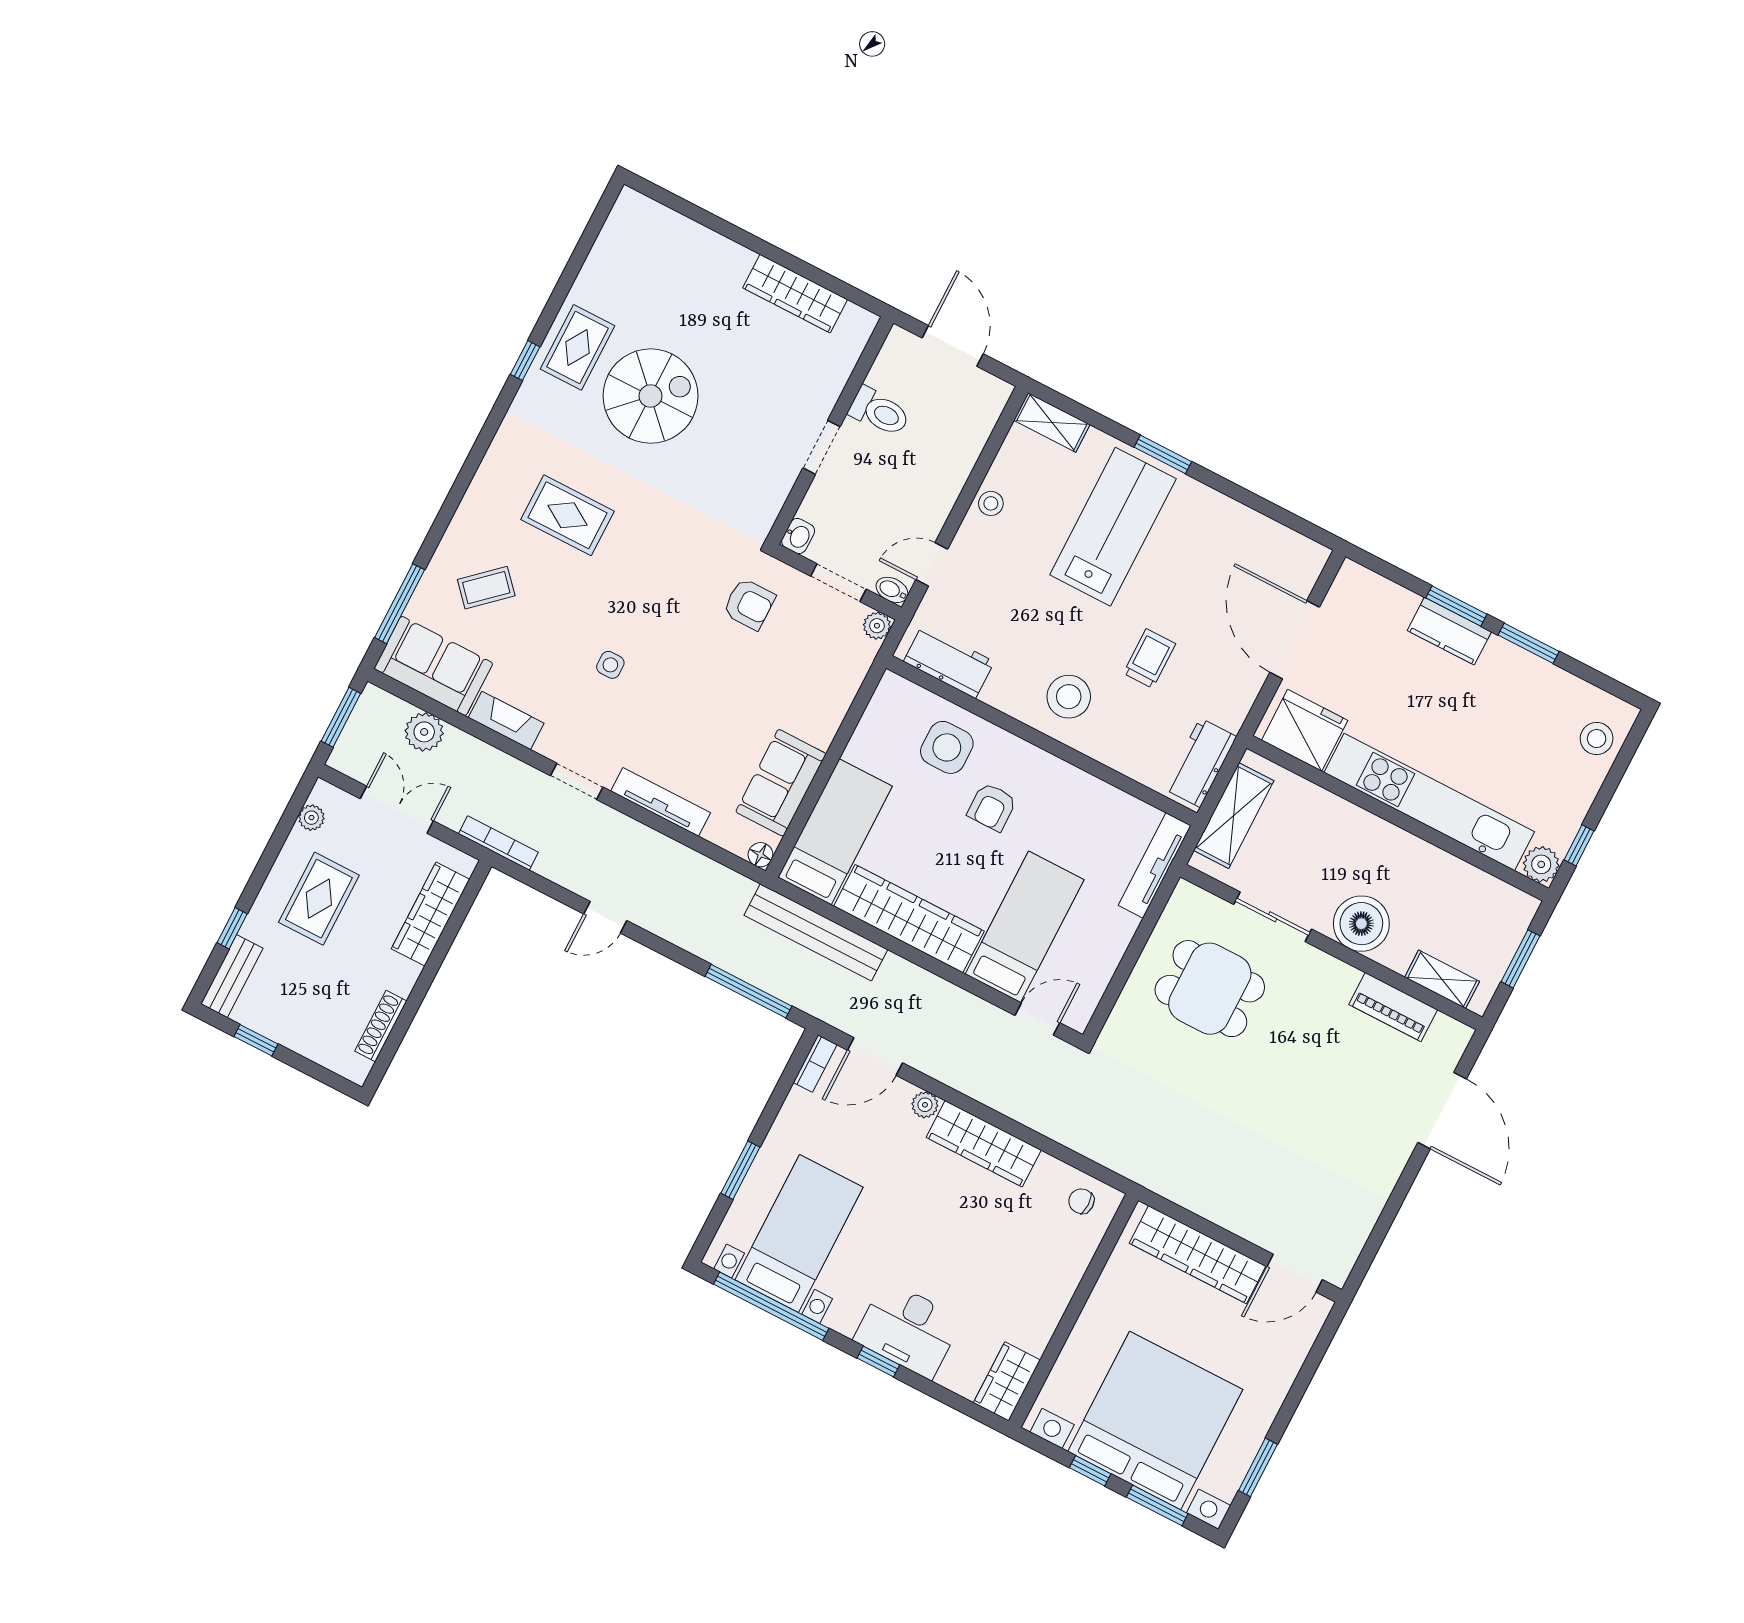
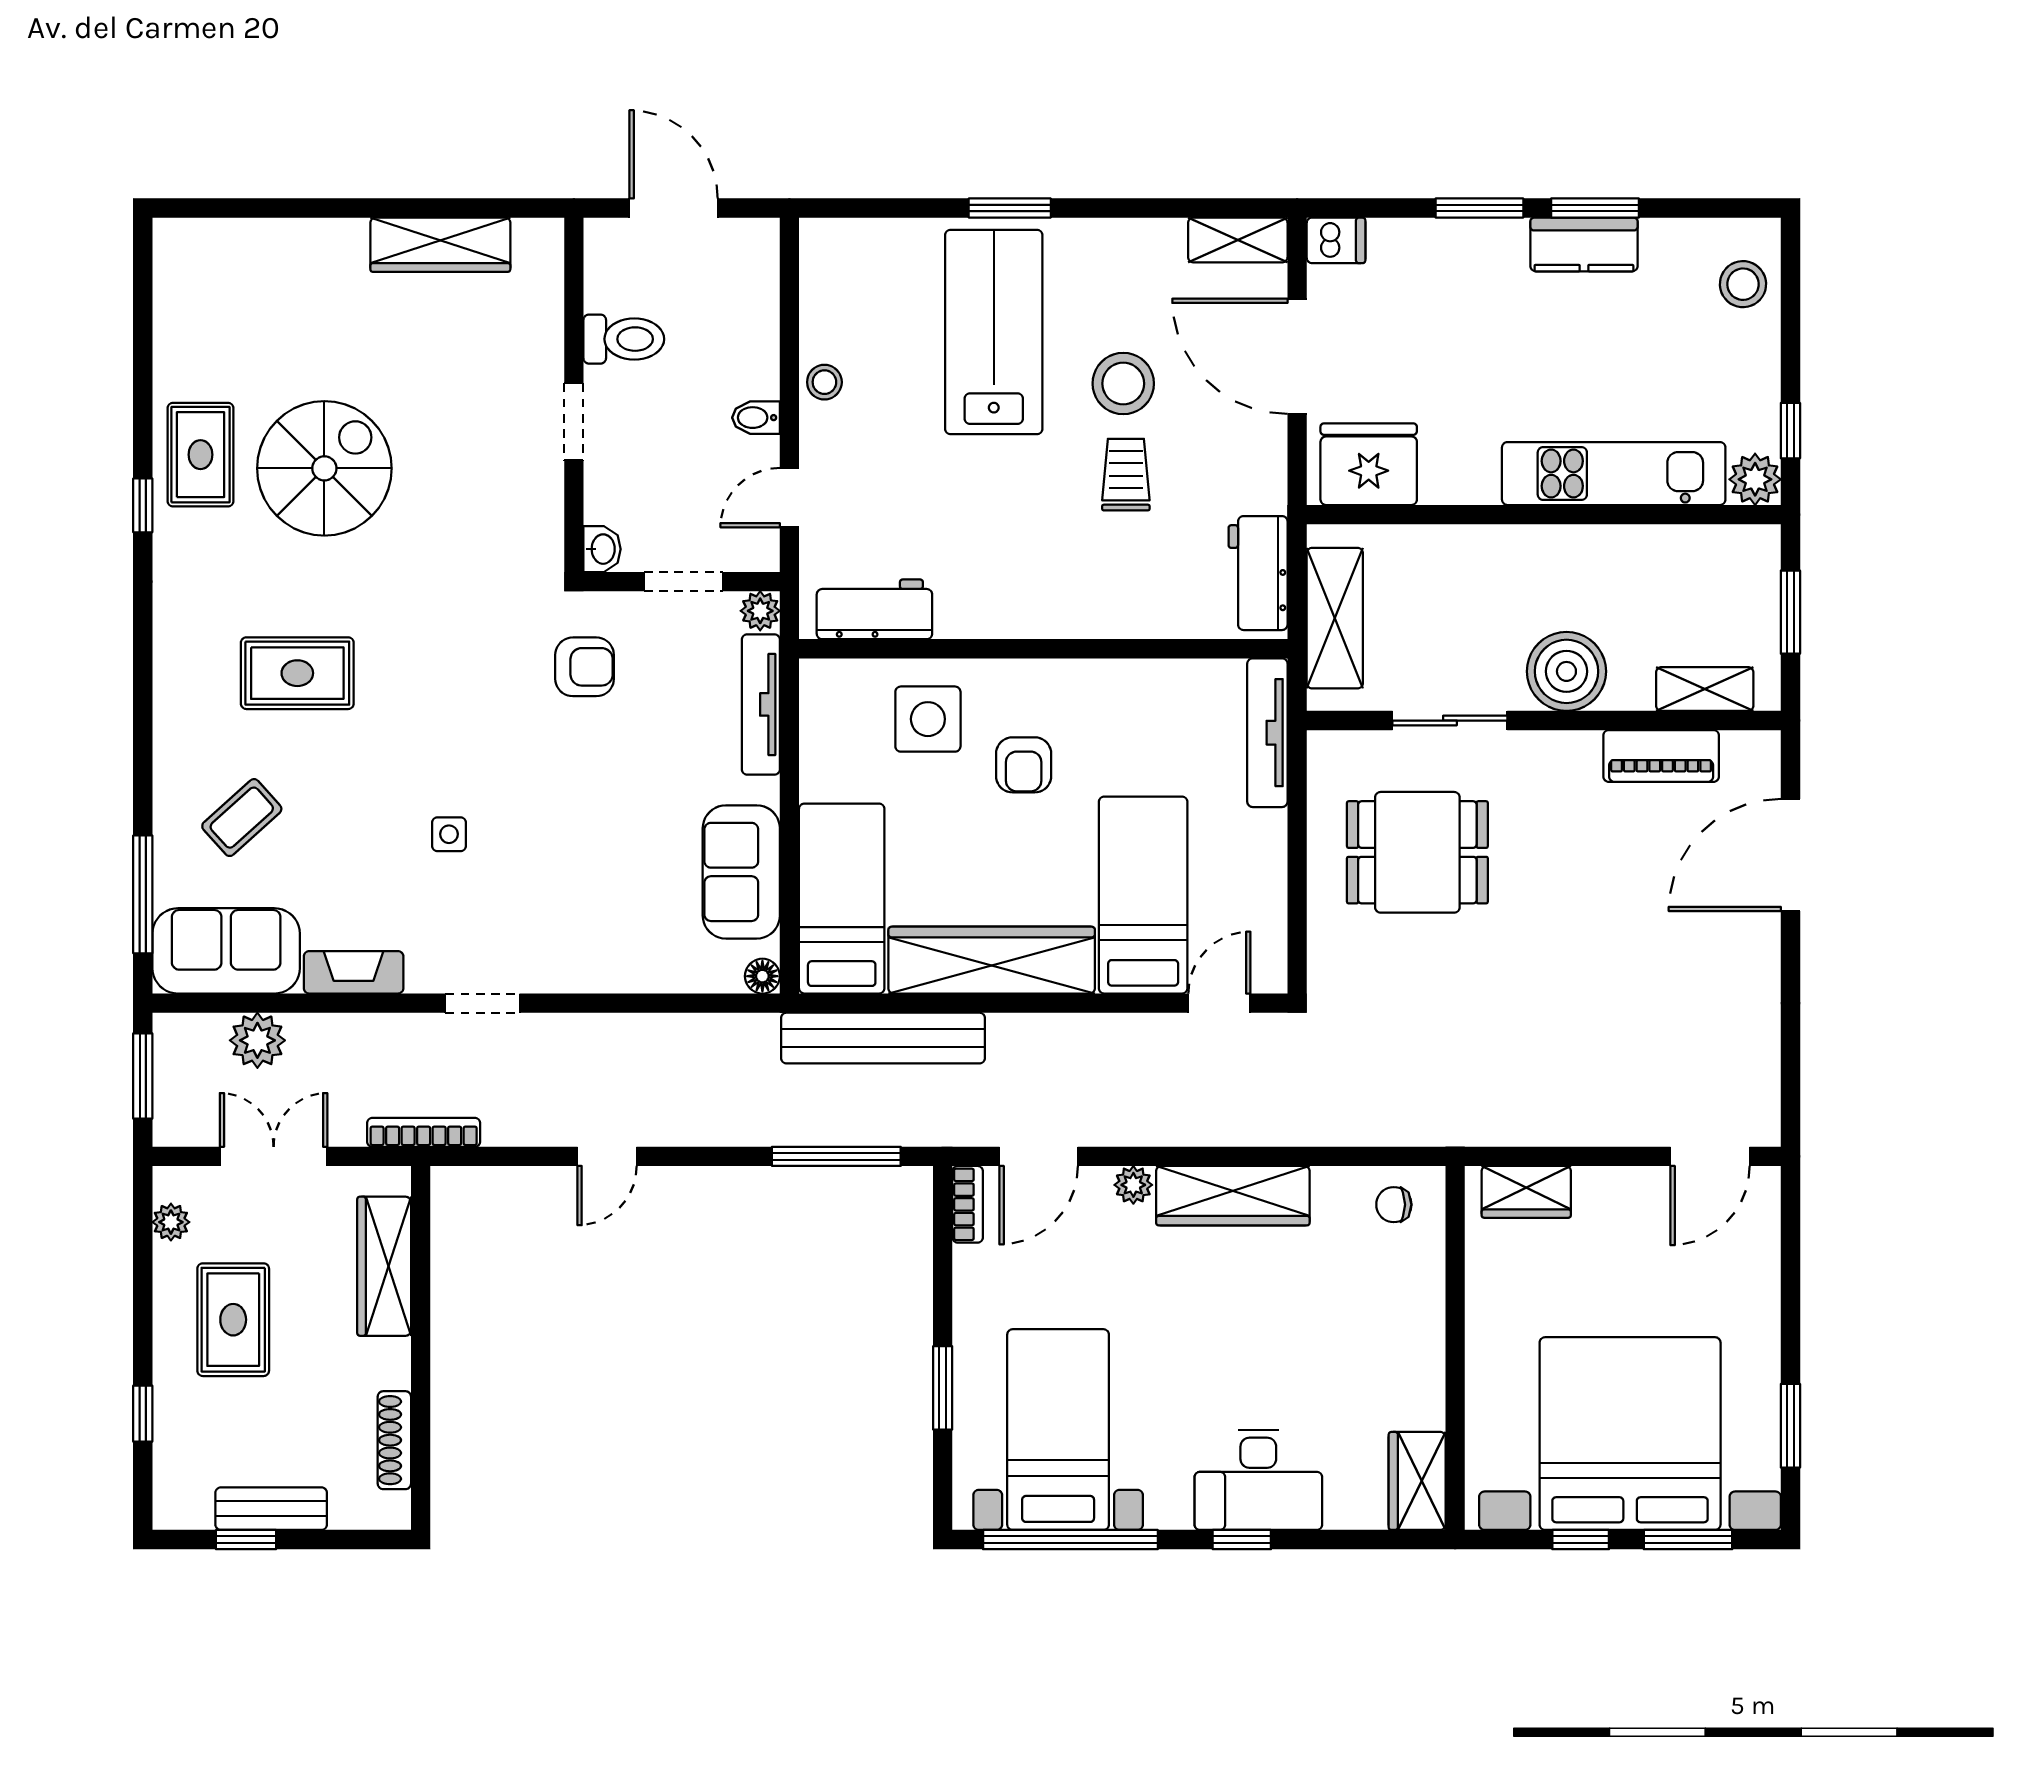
shelving: (1052, 422) -> (1238, 240), moved
dishwasher: (1356, 580) -> (1336, 240), added
bidet: (892, 590) -> (756, 418), moved
kitchen counter: (1449, 631) -> (1584, 244), moved
stool: (1069, 697) -> (1123, 384), moved
tv unit: (661, 802) -> (761, 704), moved, turned -90
kitchen unit: (1429, 802) -> (1614, 474), width x0.73
bench: (232, 976) -> (271, 1509), moved, turned 90
door: (1442, 1111) -> (1790, 855), swing flipped
wardrobe: (1198, 1255) -> (1526, 1192), width x0.48, depth x0.85

